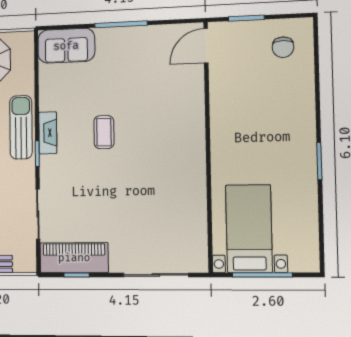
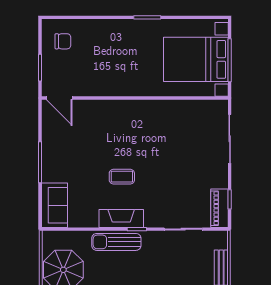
fireplace: (48, 133) -> (121, 218), width x1.37, depth x1.32
bed with nightstands: (249, 229) -> (196, 59), width x1.36
piano: (74, 258) -> (219, 208), width x0.73, depth x0.75

